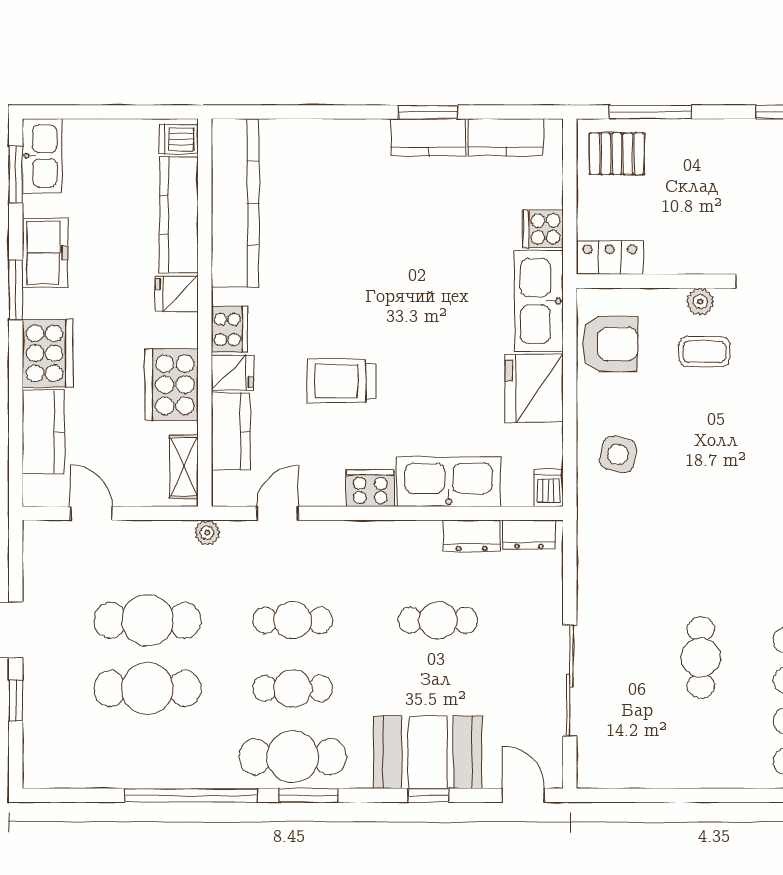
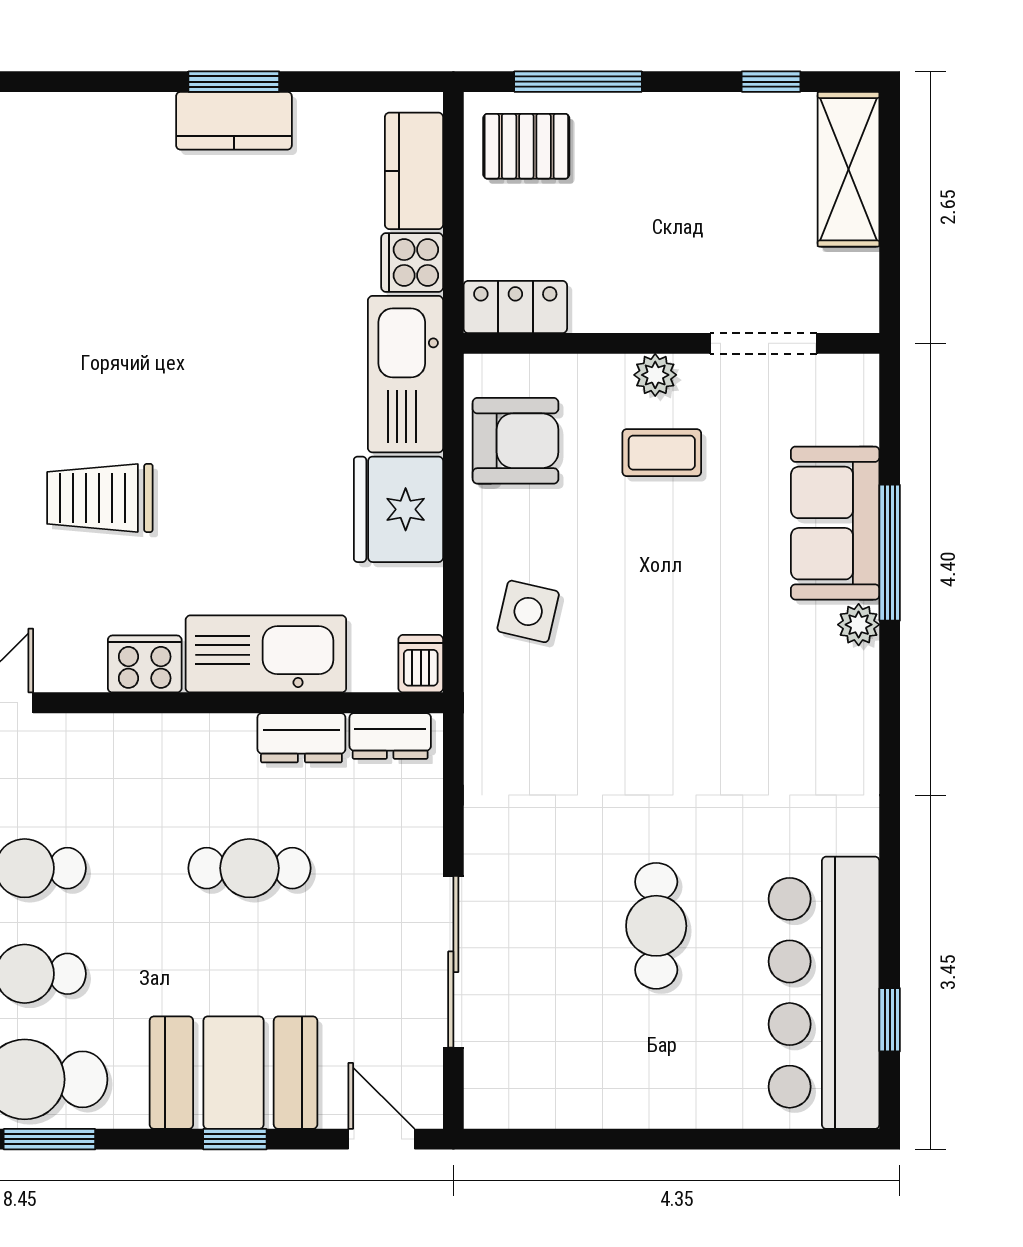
kitchen counter: (506, 137) -> (414, 171), moved, turned 90

